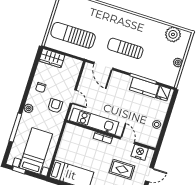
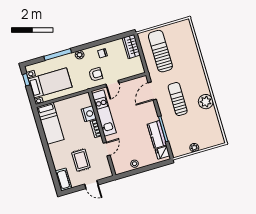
plant: (173, 34) -> (206, 102), moved
nightstand: (140, 152) -> (89, 114), moved

